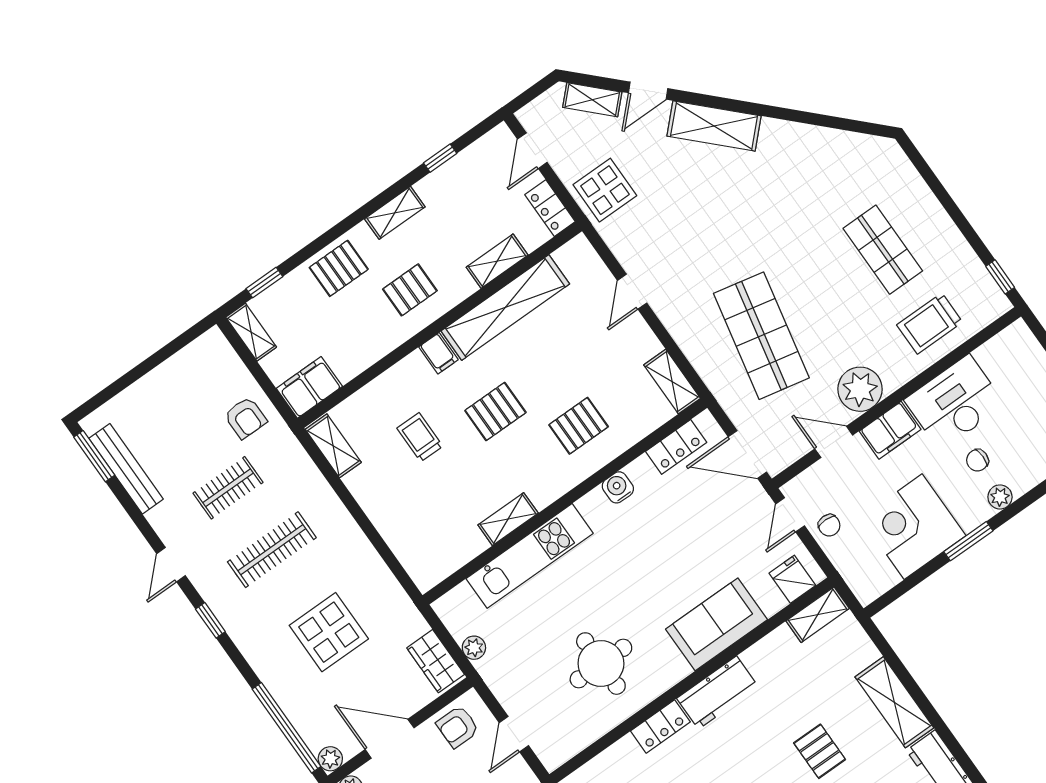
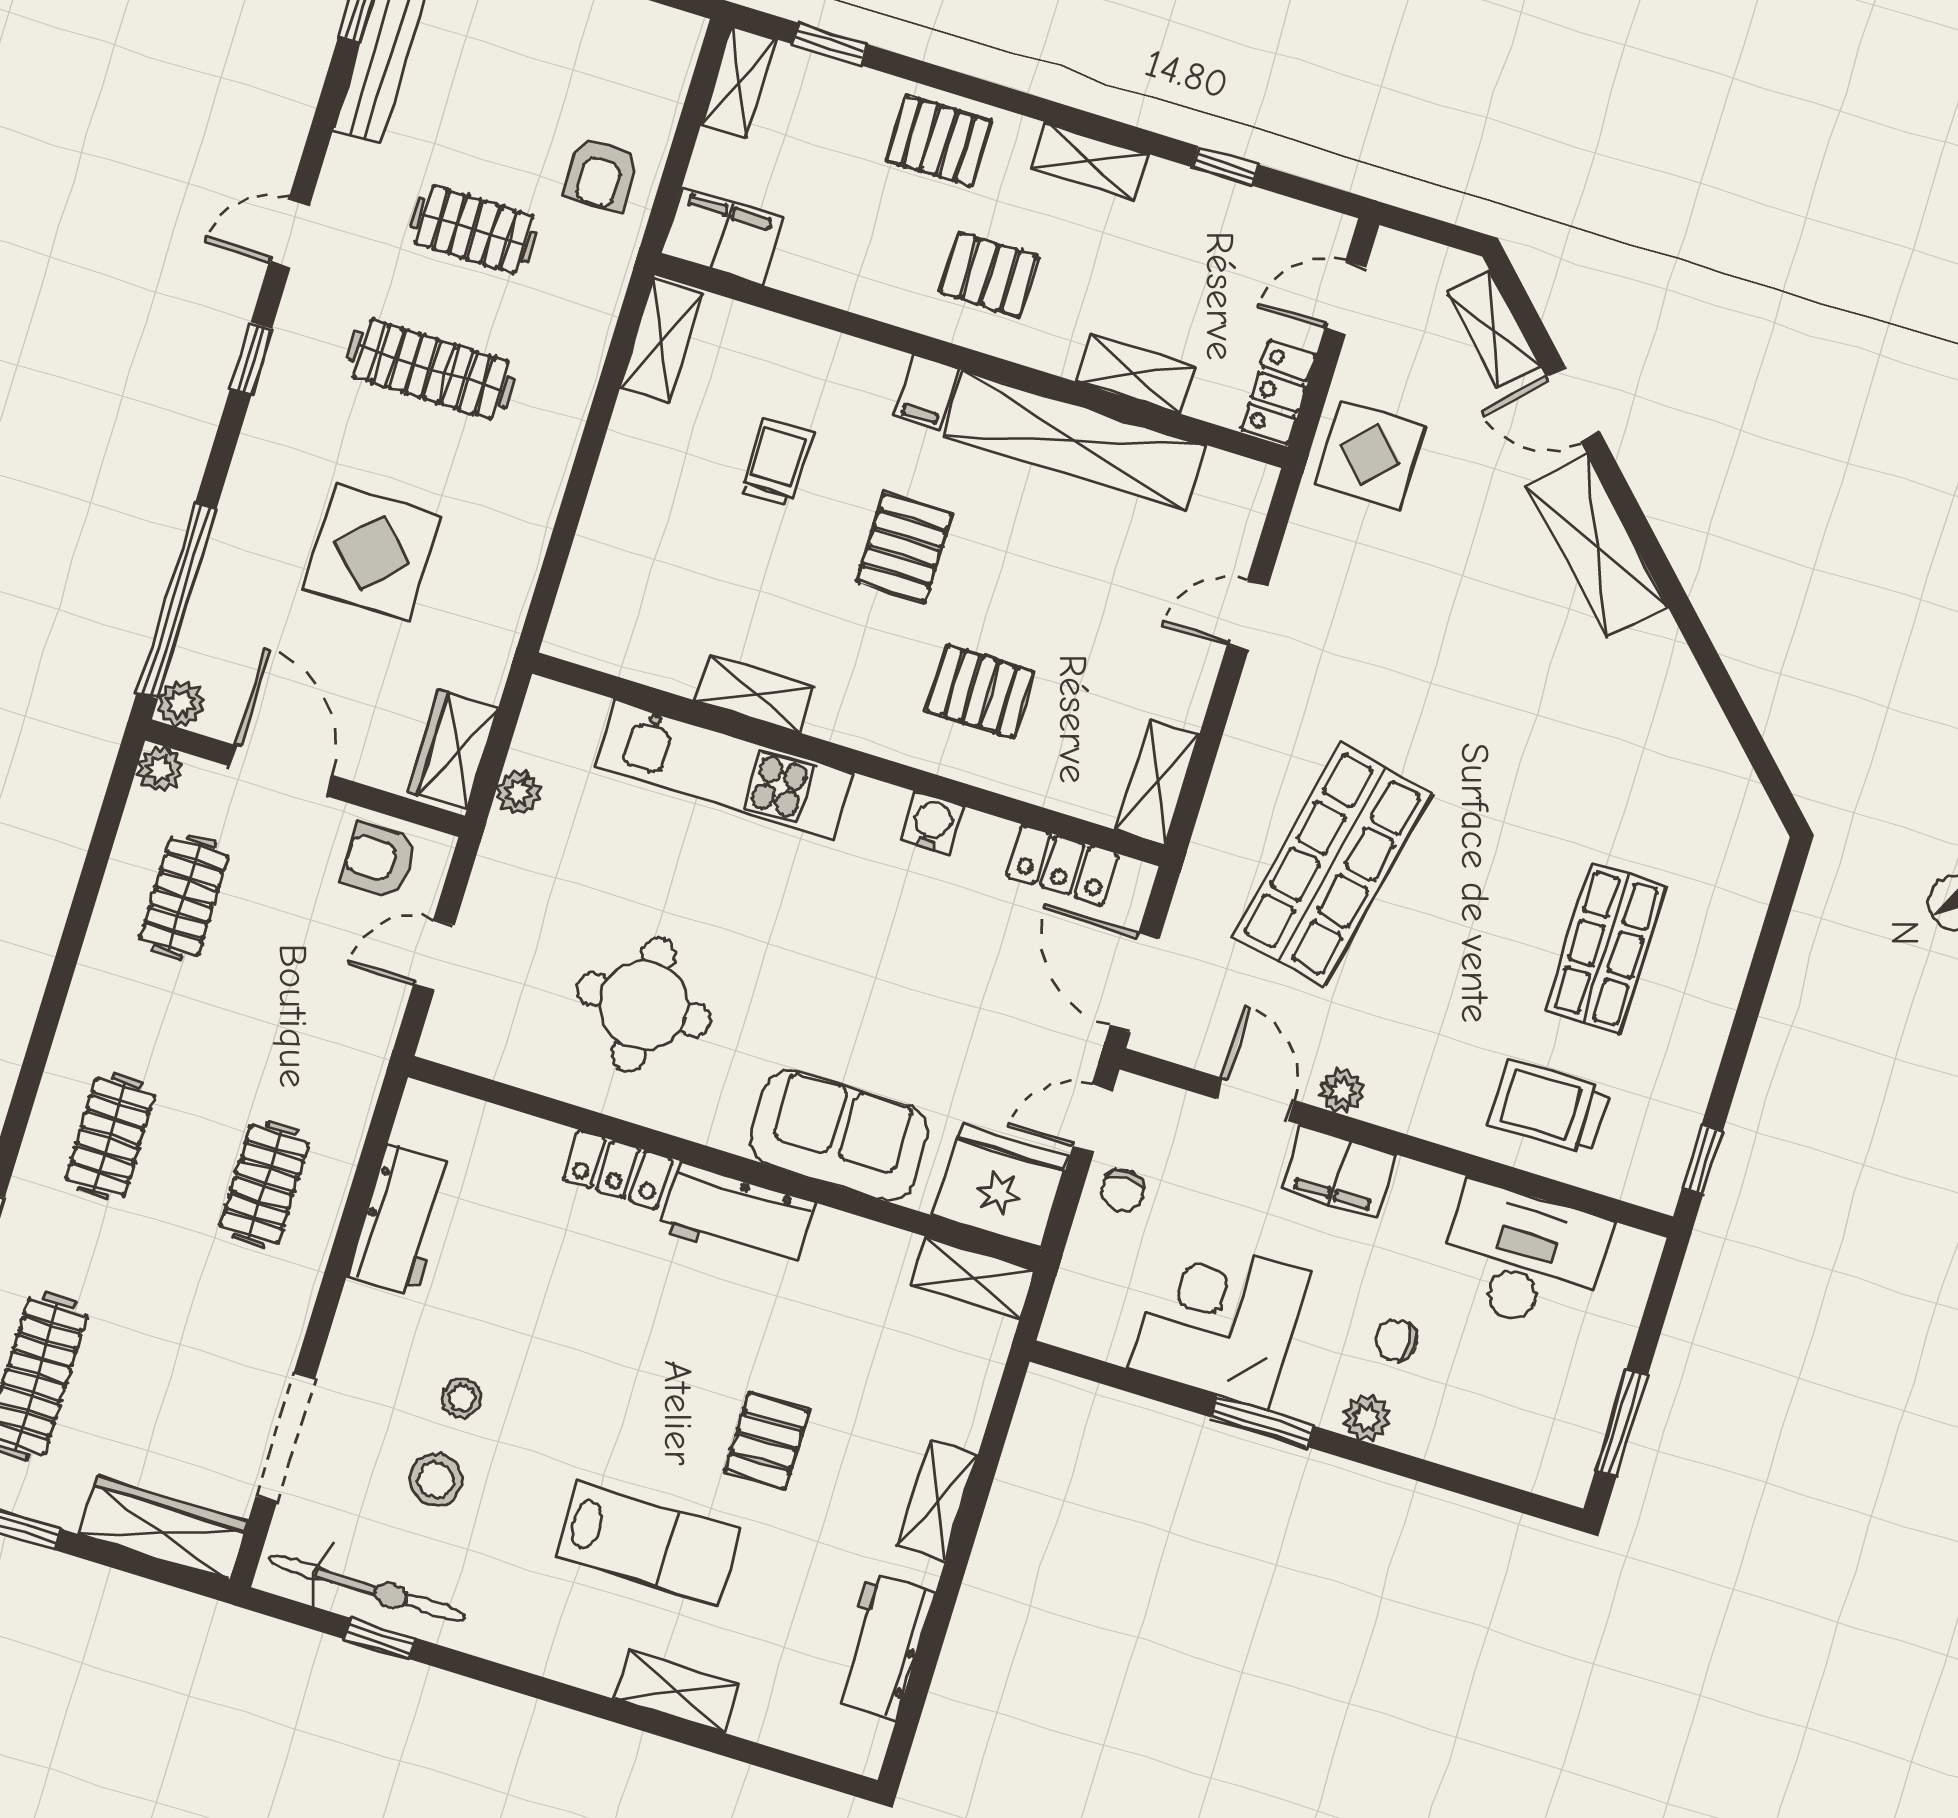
plant: (860, 389) -> (1342, 1091), width x0.53, depth x0.53
desk: (955, 402) -> (1523, 1258), moved
pallet: (495, 411) -> (904, 548), turned 90
fridge: (792, 579) -> (1001, 1186), width x1.88, depth x1.34
shelving: (894, 702) -> (937, 1500), width x0.67, depth x0.75

